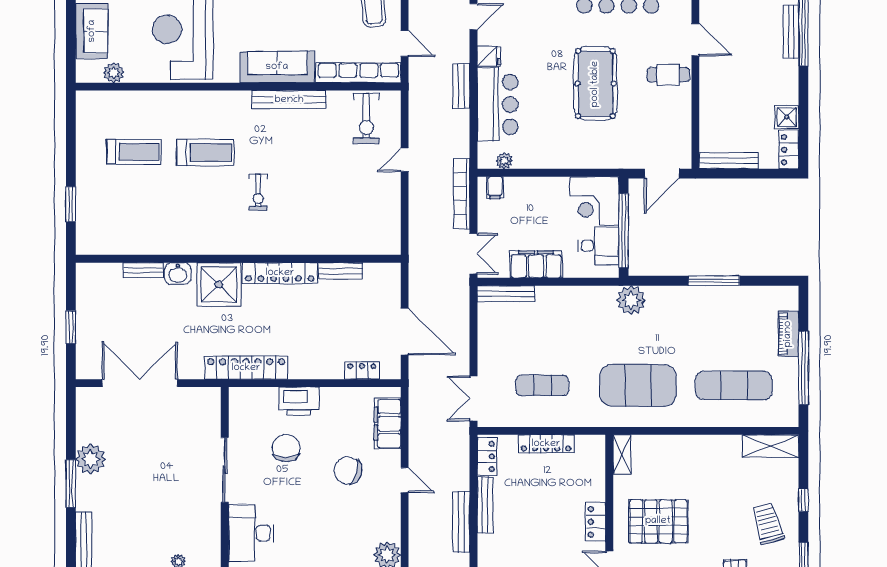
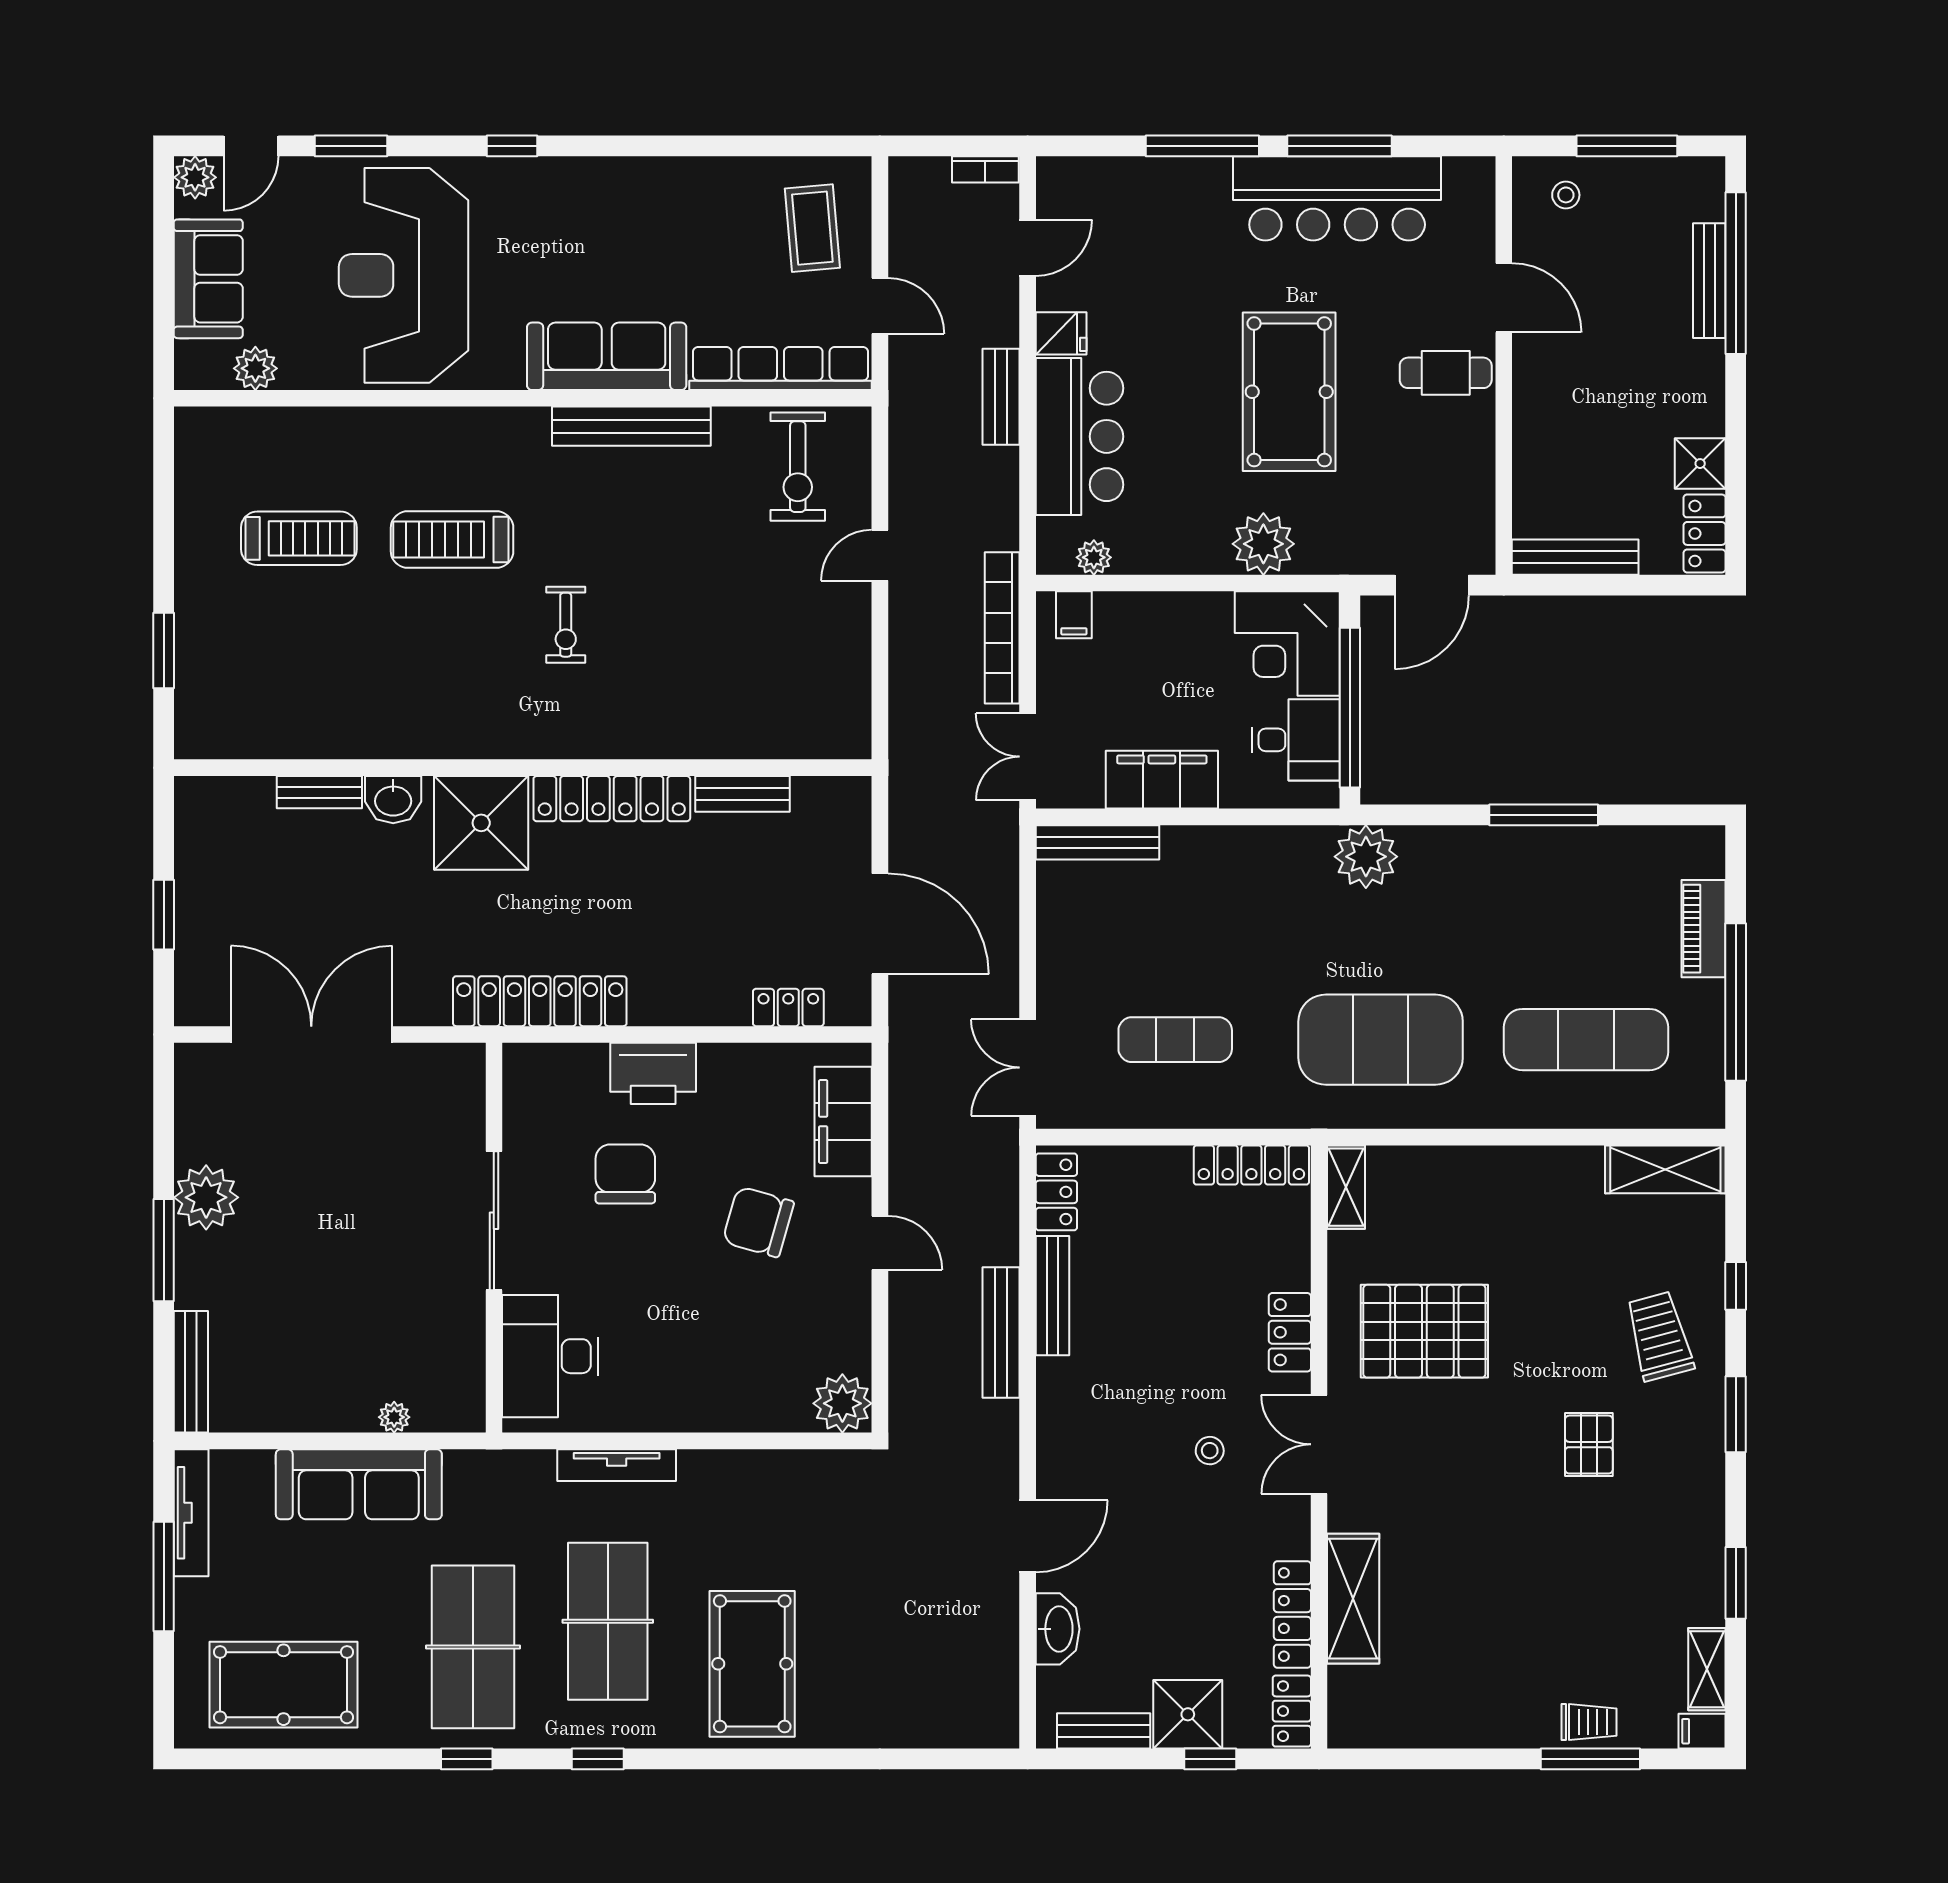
treadmill: (205, 152) -> (452, 539), turned 180
plant: (583, 154) -> (1263, 544), added
double door: (473, 254) -> (1028, 757), swing flipped
locker: (546, 444) -> (1251, 1165), moved

